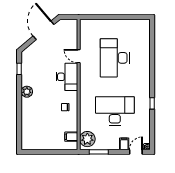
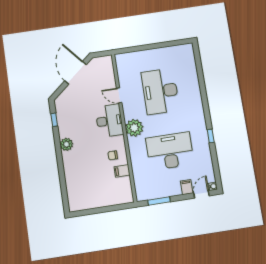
filing cabinet: (71, 137) -> (122, 171), moved
plant: (87, 139) -> (134, 128), moved

